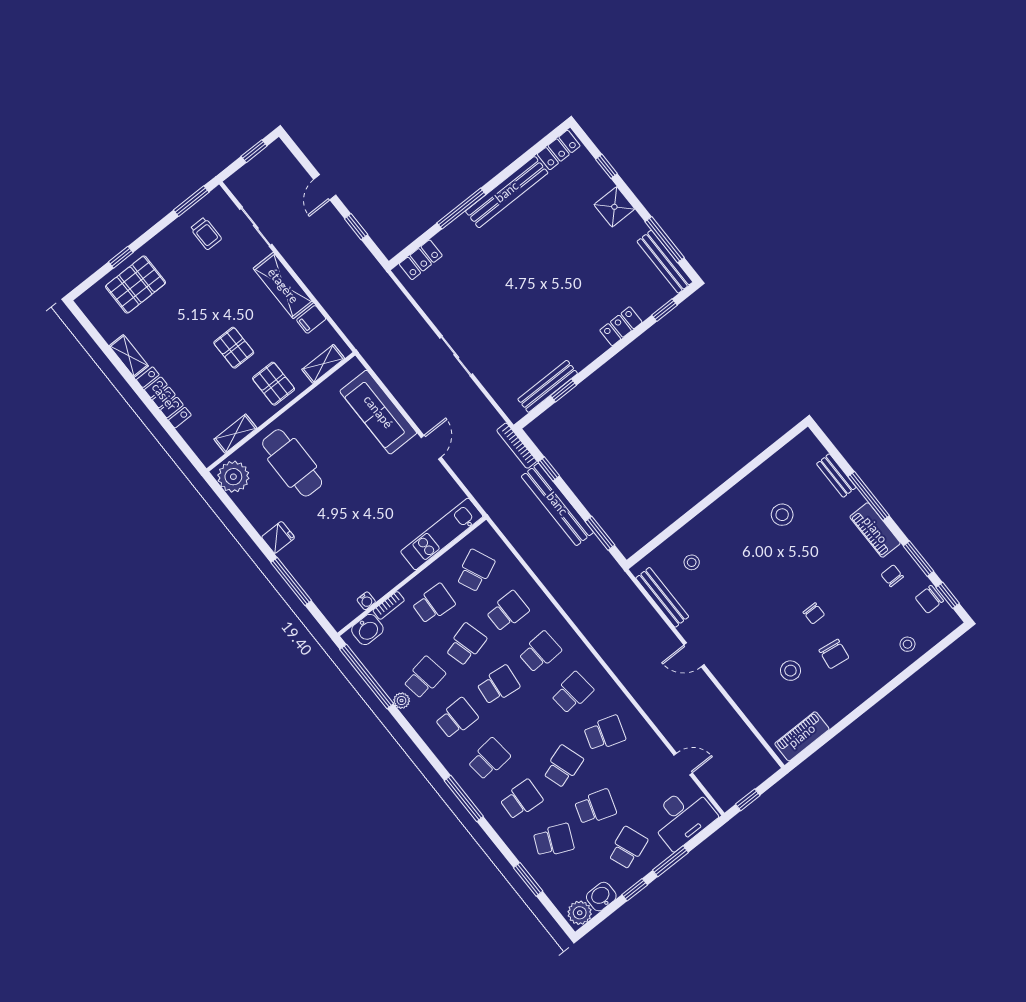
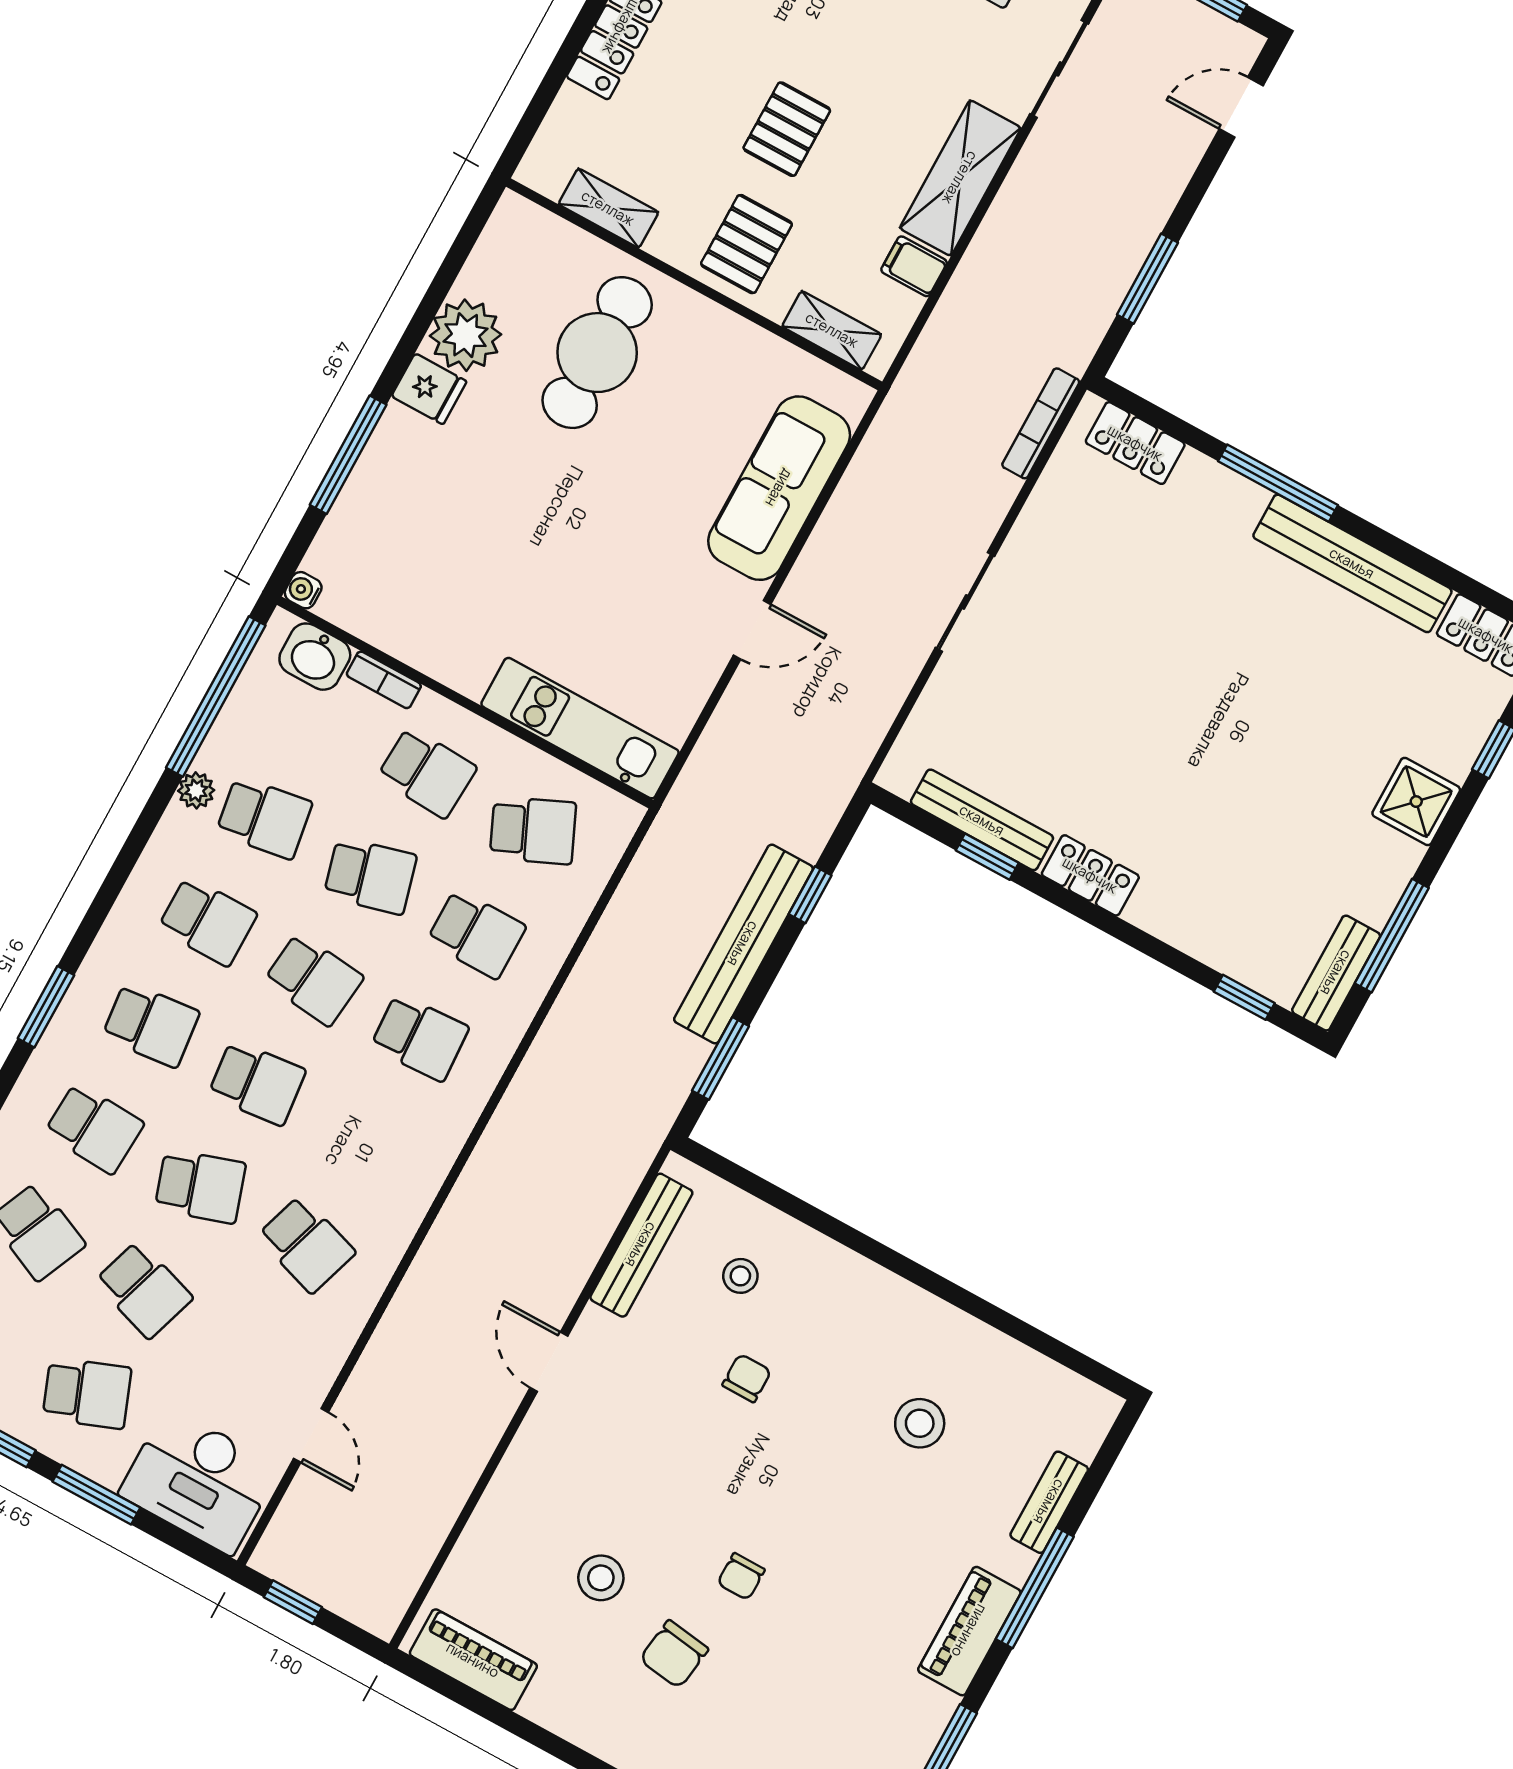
door: (325, 187) -> (1241, 107), moved
window: (356, 227) -> (1147, 279), width x1.50
bench: (665, 262) -> (1336, 973), width x0.73
locker: (621, 326) -> (1090, 875), moved
bookcase: (517, 446) -> (1041, 423), moved
plant: (233, 477) -> (466, 335), moved
chair: (892, 576) -> (747, 1378), moved
water cooler: (366, 601) -> (303, 590), moved, turned 90
school desk: (572, 693) -> (257, 1083), moved
window: (464, 798) -> (46, 1007), width x0.69

